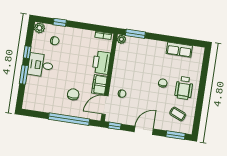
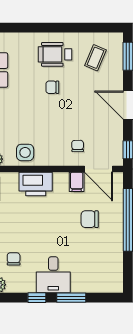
side table: (123, 59) -> (25, 152), added
filing cabinet: (99, 85) -> (77, 182), width x0.50
wheelchair: (184, 88) -> (55, 54), turned 180

